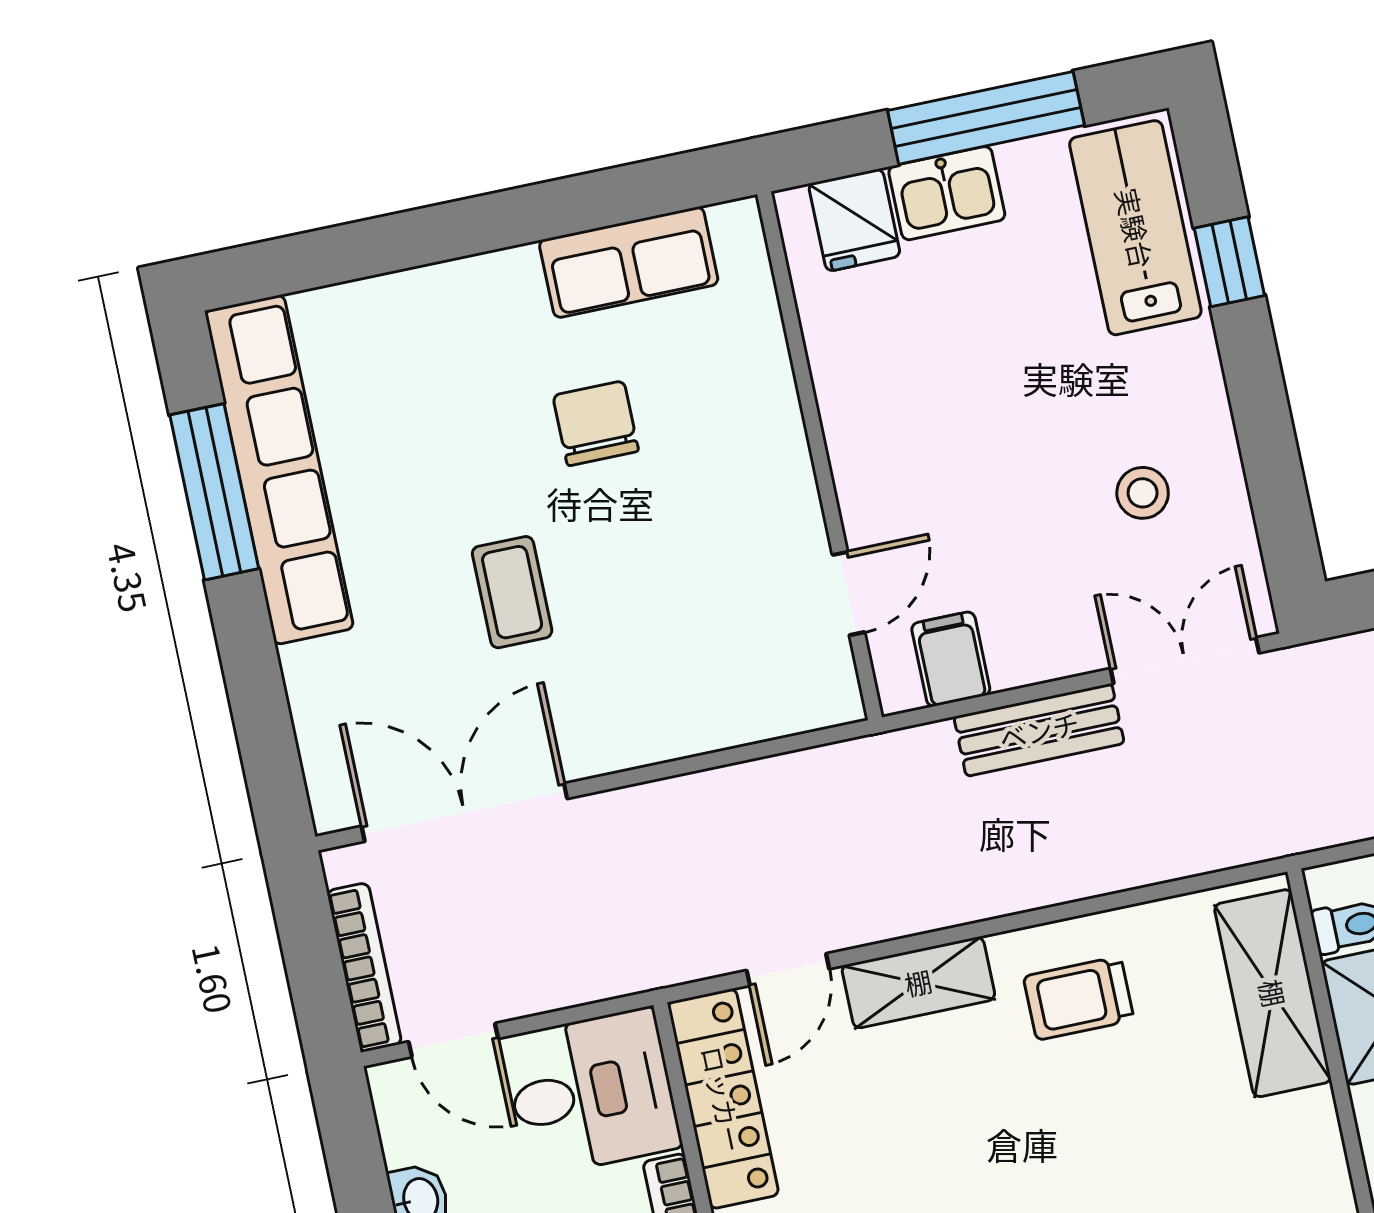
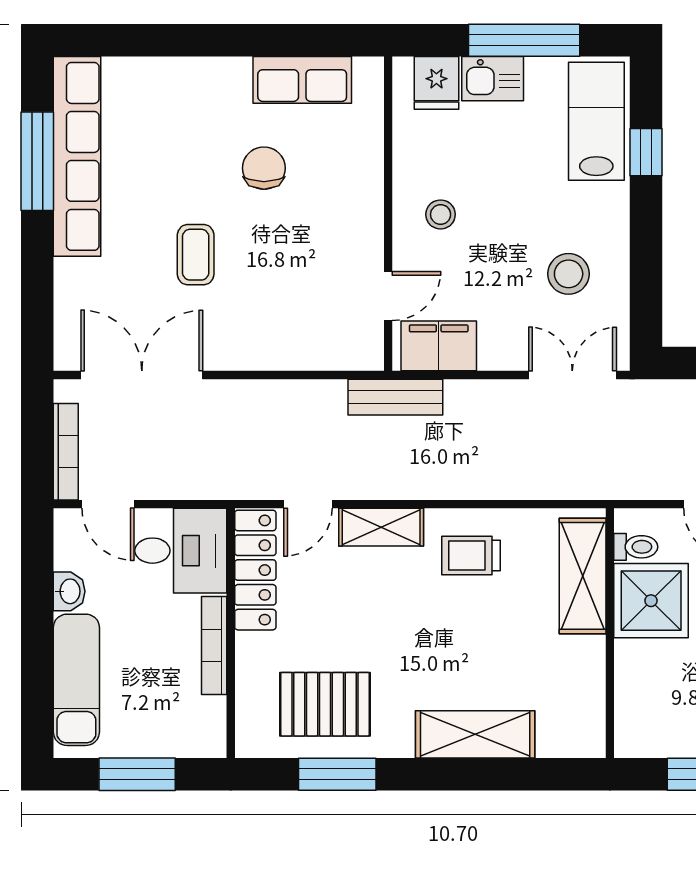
stool: (908, 439) -> (441, 214), added
stool: (1143, 493) -> (569, 274), width x1.37, depth x1.37
filing cabinet: (951, 659) -> (439, 346), width x2.00
bench: (1039, 730) -> (395, 397), moved

